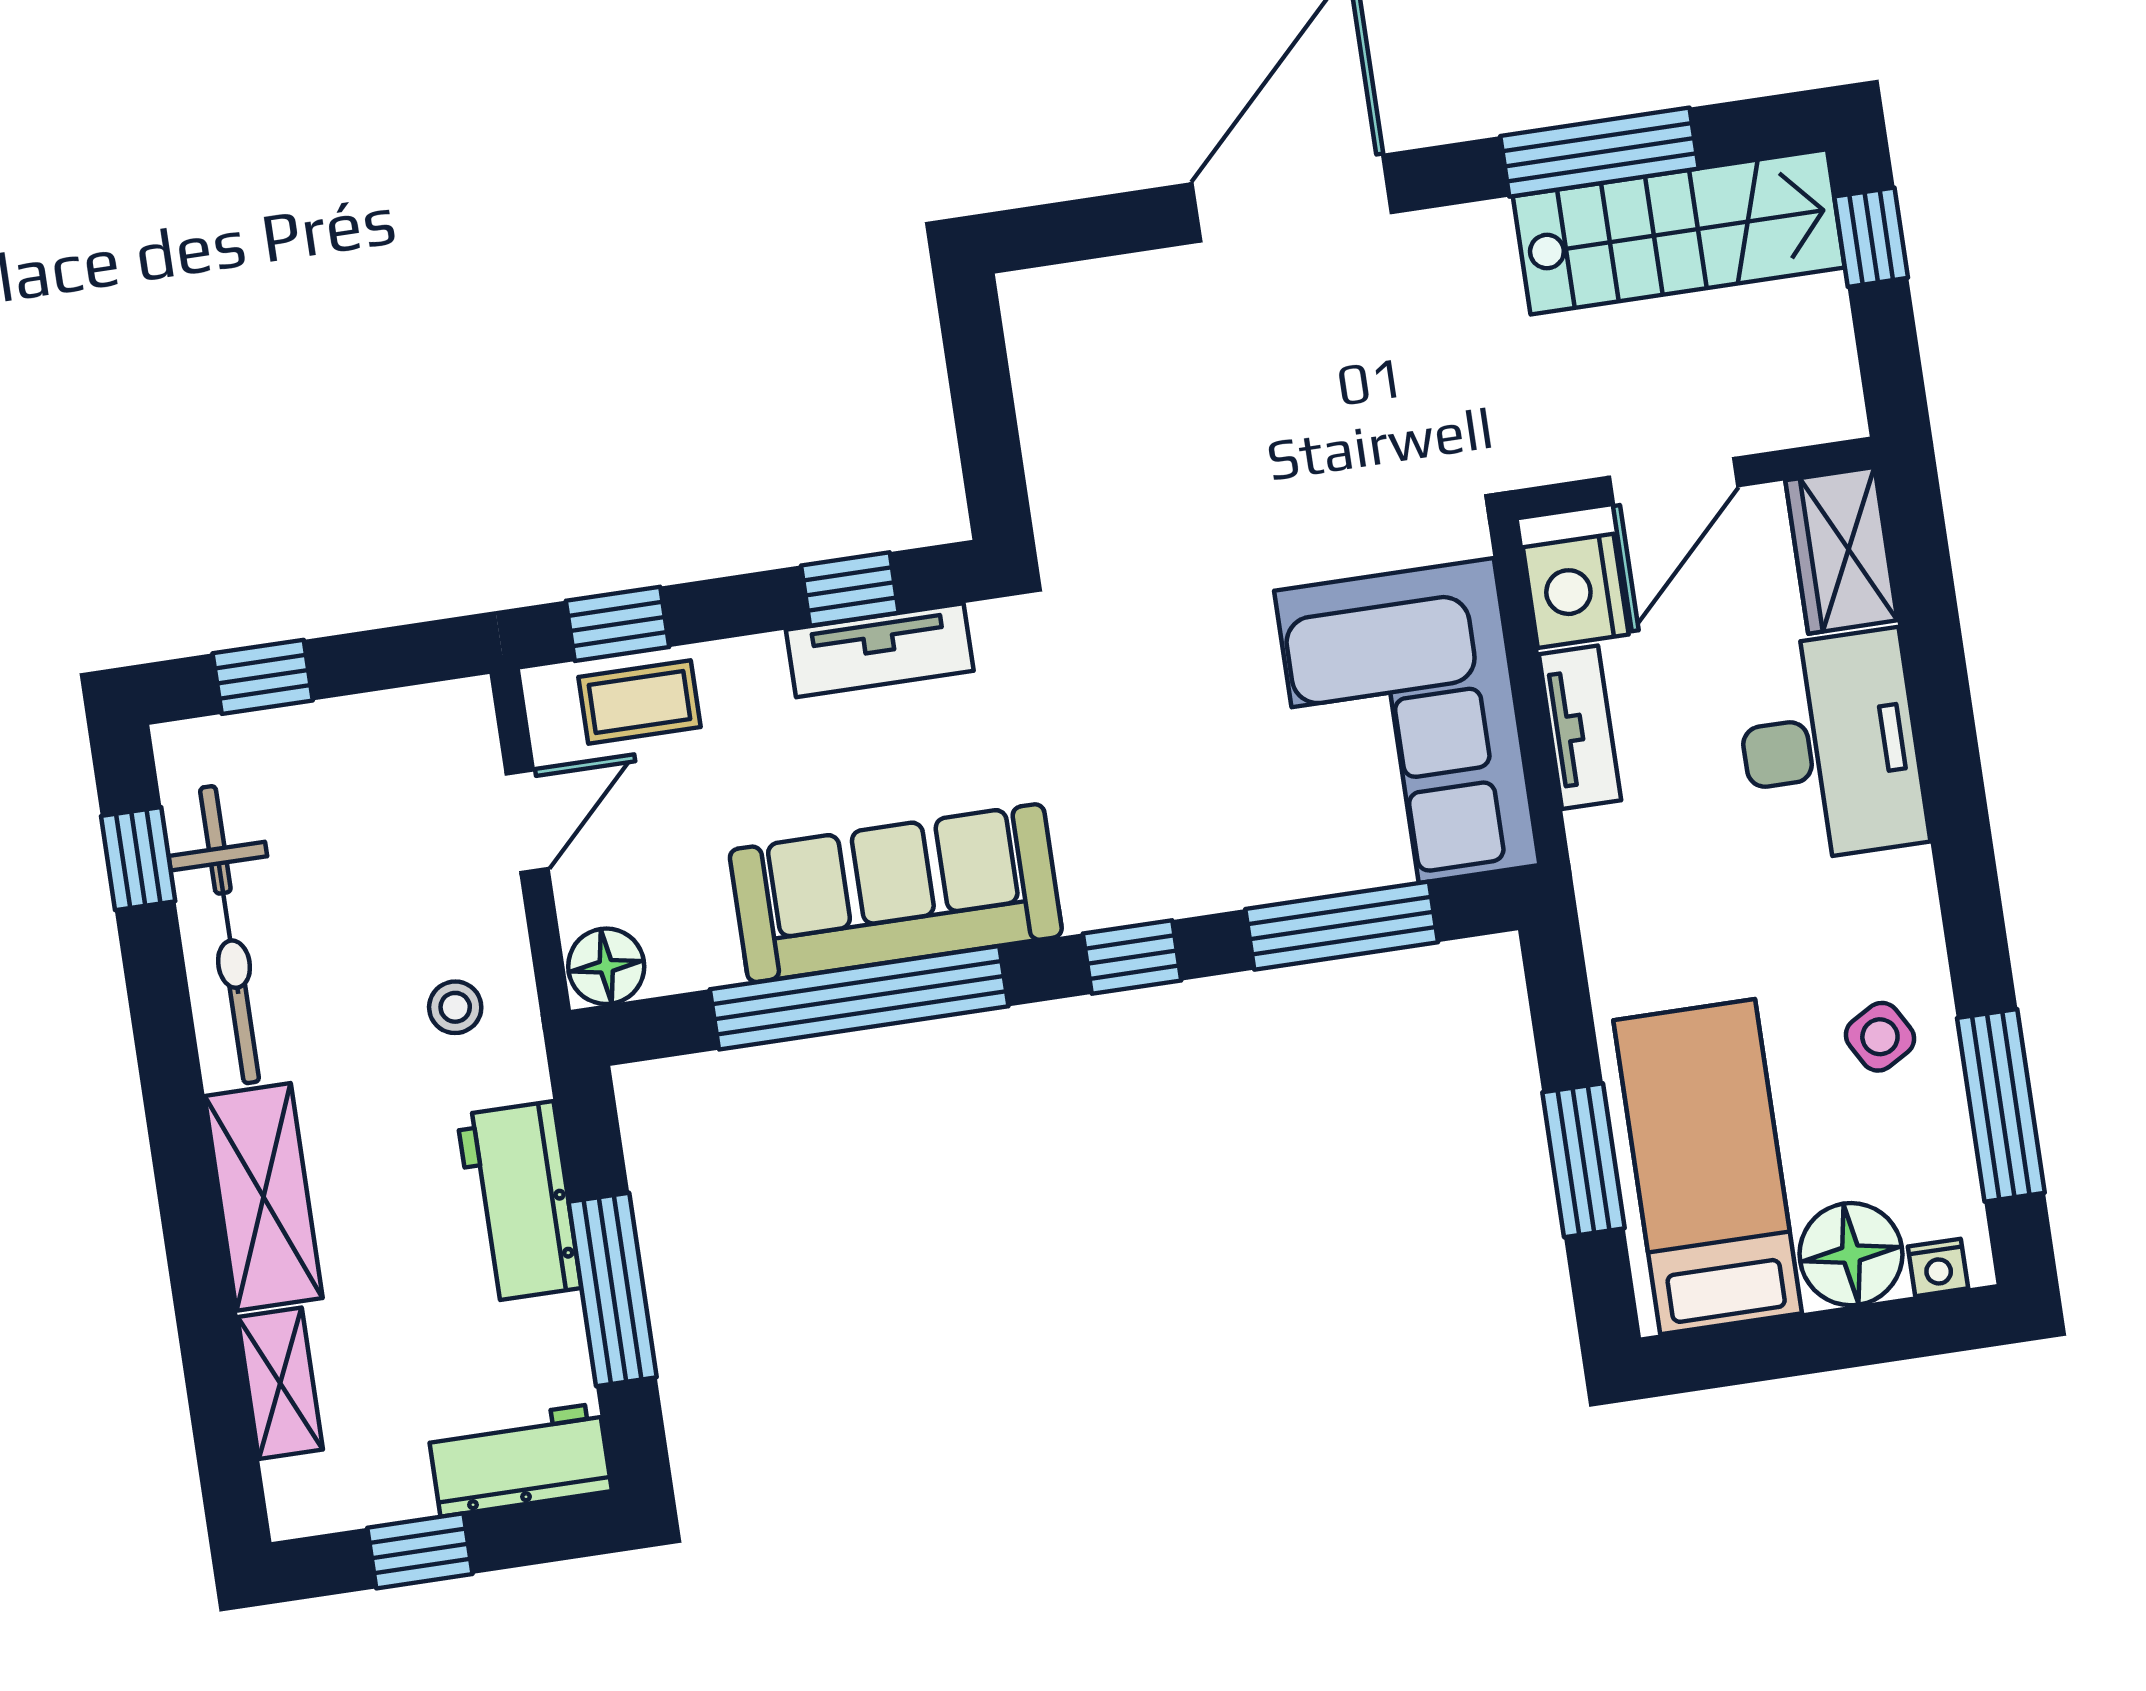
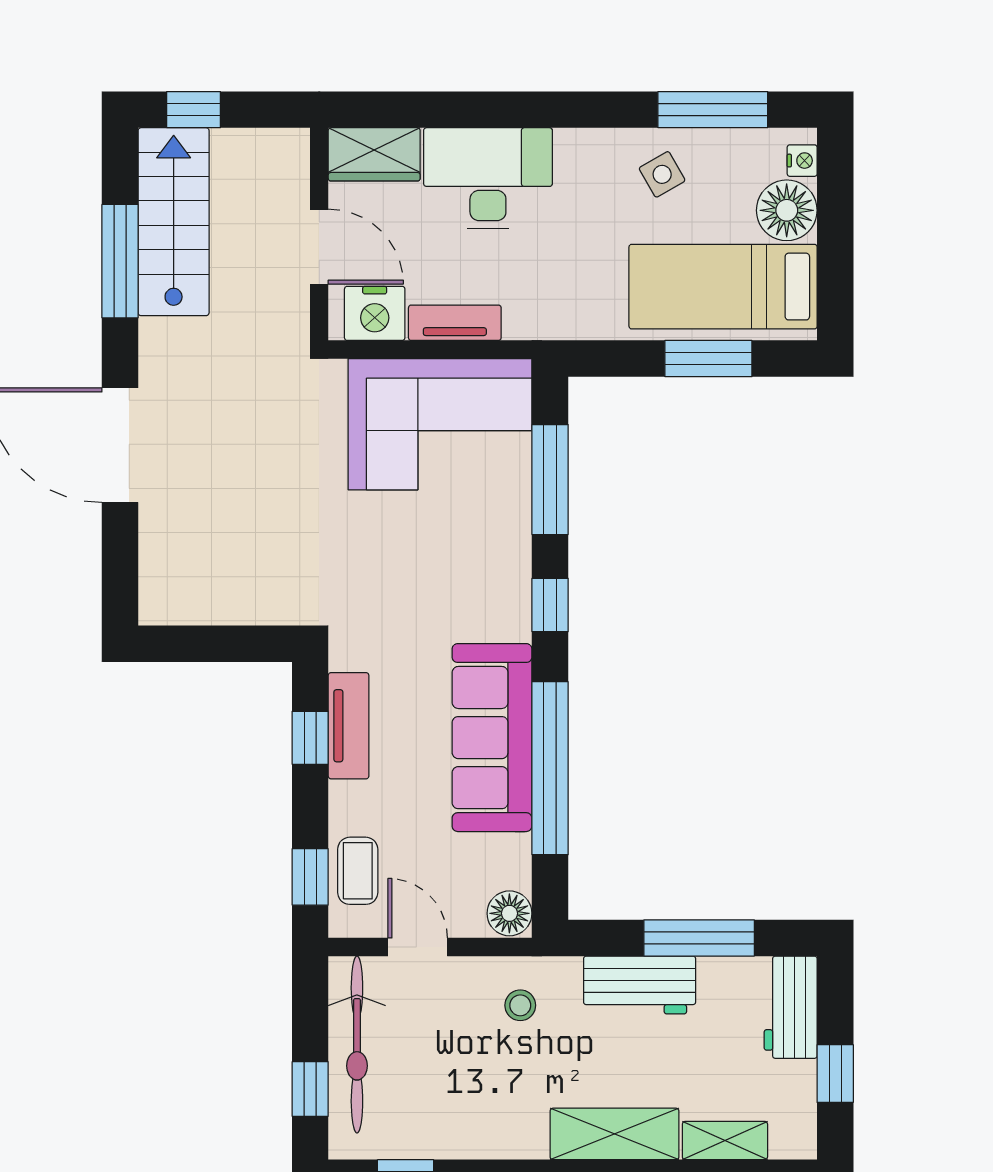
bicycle: (230, 935) -> (357, 1045), moved, turned 90

